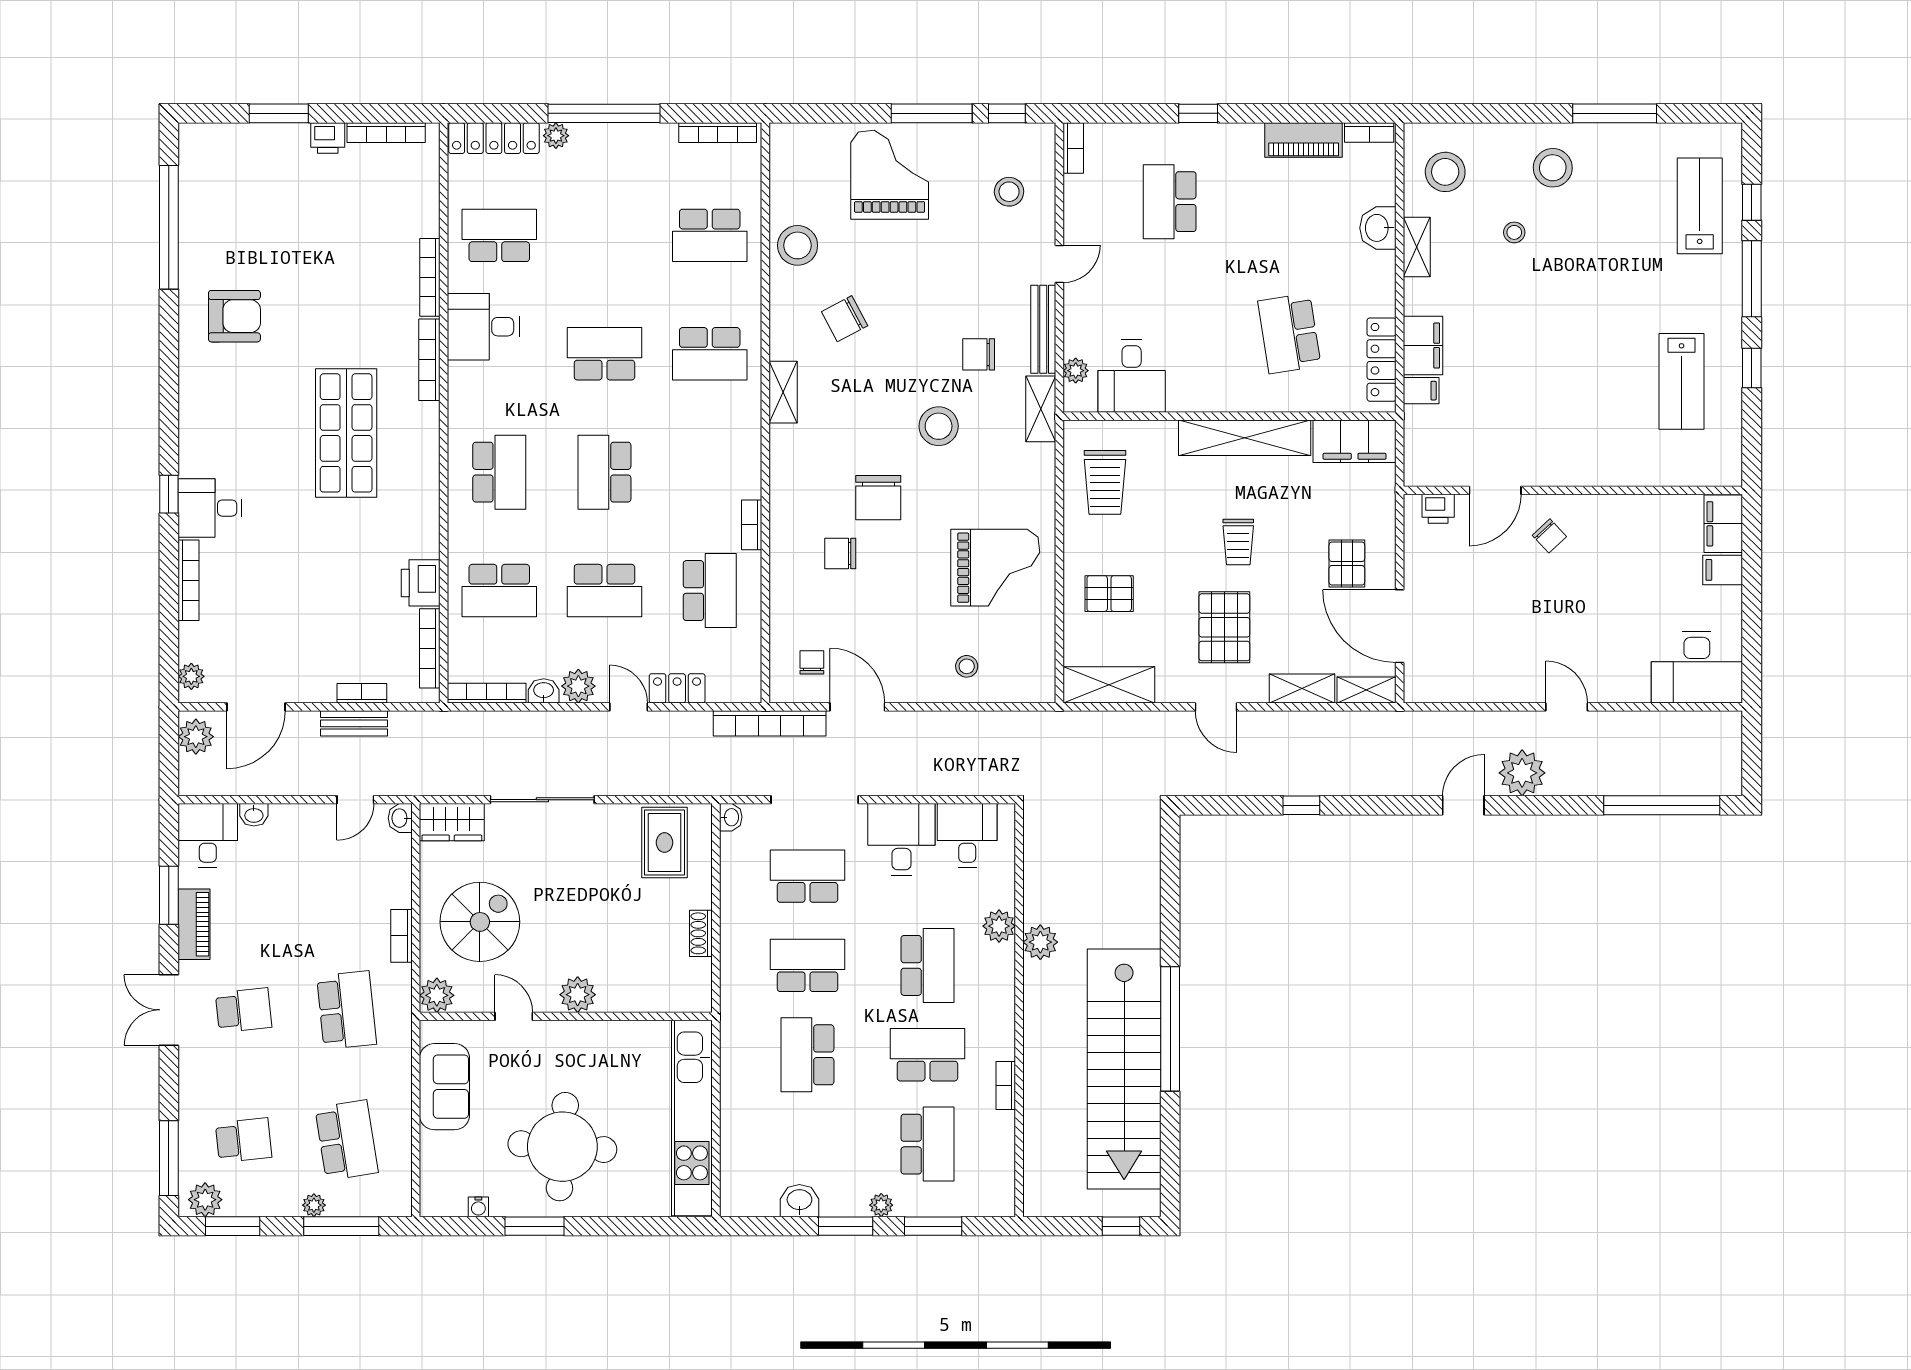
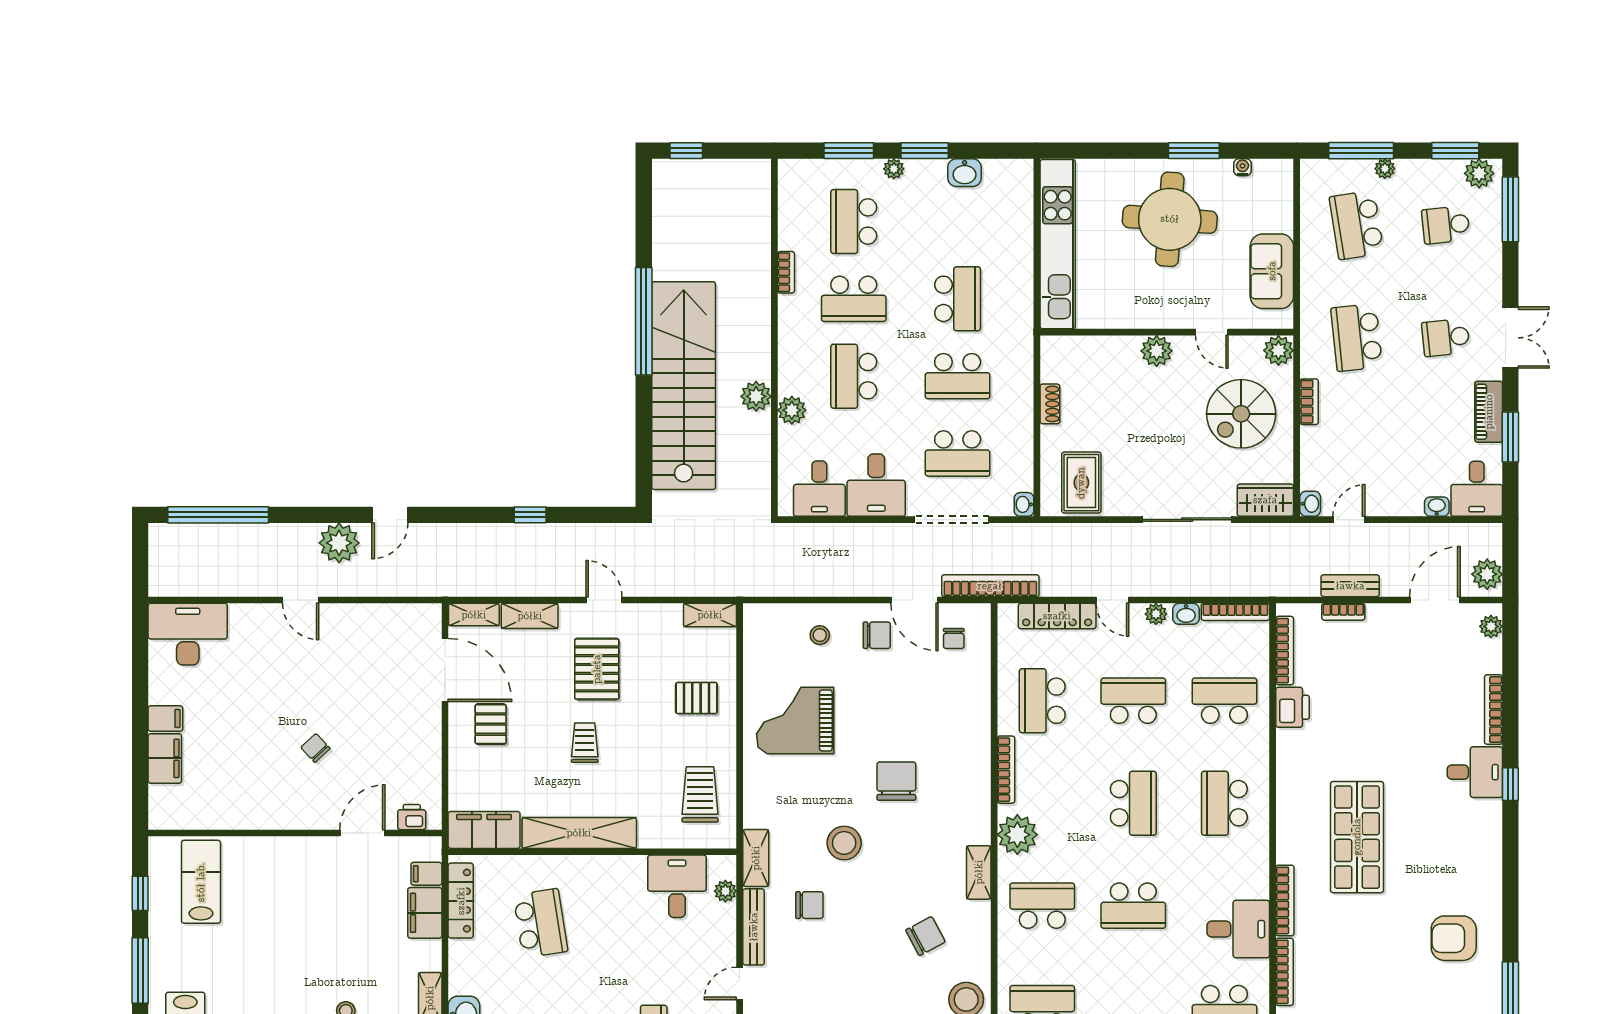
plant: (738, 436) -> (1017, 835), added
door: (1495, 490) -> (362, 833), moved
wall: (1573, 490) -> (295, 833), moved
printer: (1438, 509) -> (412, 817), moved
bookcase: (752, 525) -> (1006, 770), width x1.56
chair: (840, 553) -> (877, 635), moved
shelving: (1109, 685) -> (710, 615), width x0.67, depth x0.75
plant: (578, 686) -> (1156, 614), width x0.73, depth x0.73
locker: (677, 688) -> (1057, 616), width x1.53
stairs: (1124, 1069) -> (684, 386), moved

